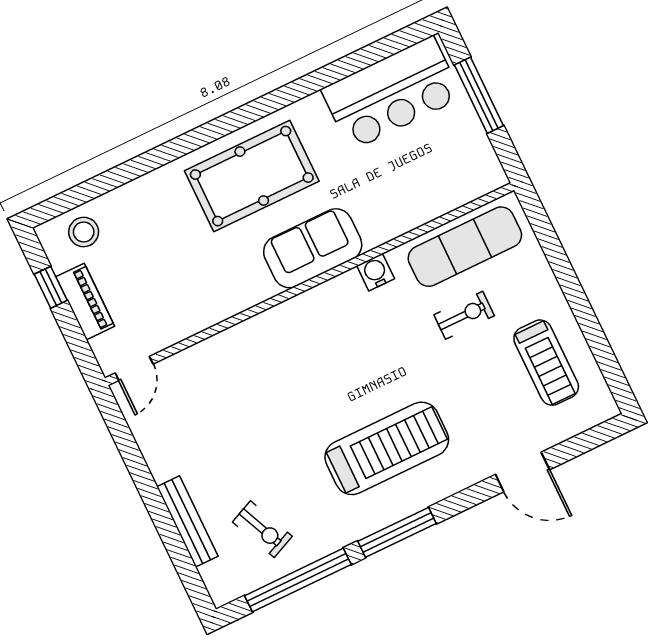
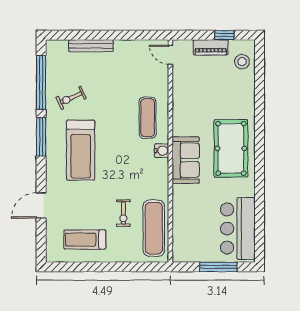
water cooler: (376, 272) -> (162, 151), moved
exercise mat: (269, 355) -> (148, 118), added
exercise bike: (262, 529) -> (71, 98), moved

